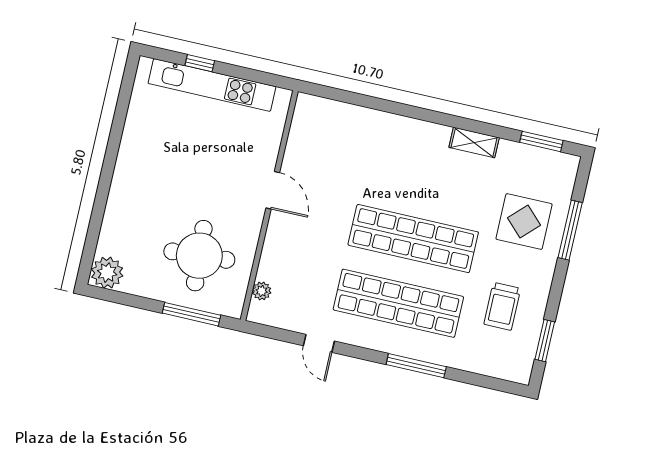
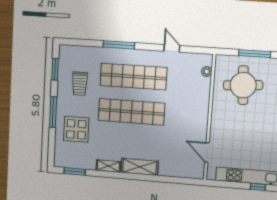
shelving: (415, 132) -> (140, 167), added
door: (273, 190) -> (207, 152), moved
window: (570, 230) -> (53, 112), moved
trolley: (502, 306) -> (80, 84), turned 180
window: (191, 314) -> (255, 54), moved

